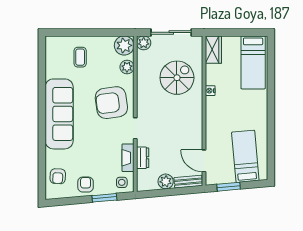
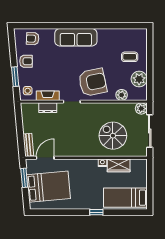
plant: (124, 45) -> (139, 79), moved
wardrobe: (213, 50) -> (119, 165), moved
spiral stairs: (177, 78) -> (113, 136), turned 180
window: (271, 98) -> (96, 212), added
armchair: (111, 103) -> (93, 82), turned 86
sofa: (59, 114) -> (76, 37), width x0.74, depth x0.79
bed: (245, 156) -> (48, 187), width x1.50
plant: (166, 181) -> (28, 126), removed

